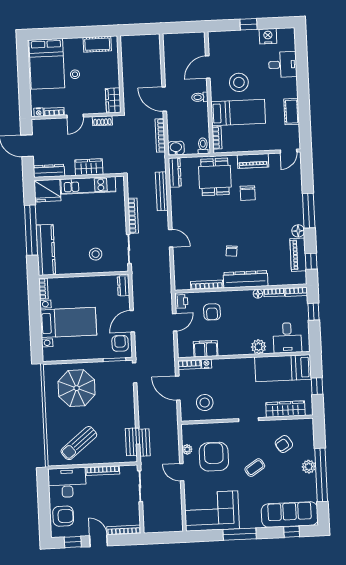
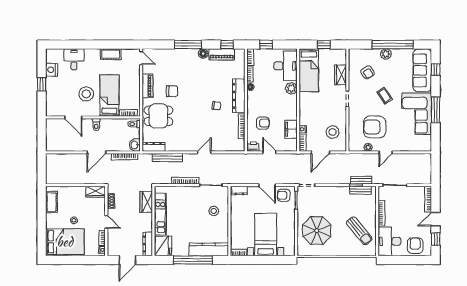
wardrobe: (89, 167) -> (146, 202), moved
desk: (287, 338) -> (285, 66), width x1.37
wardrobe: (285, 409) -> (341, 75), width x0.67
corner sofa: (212, 511) -> (417, 114), moved

